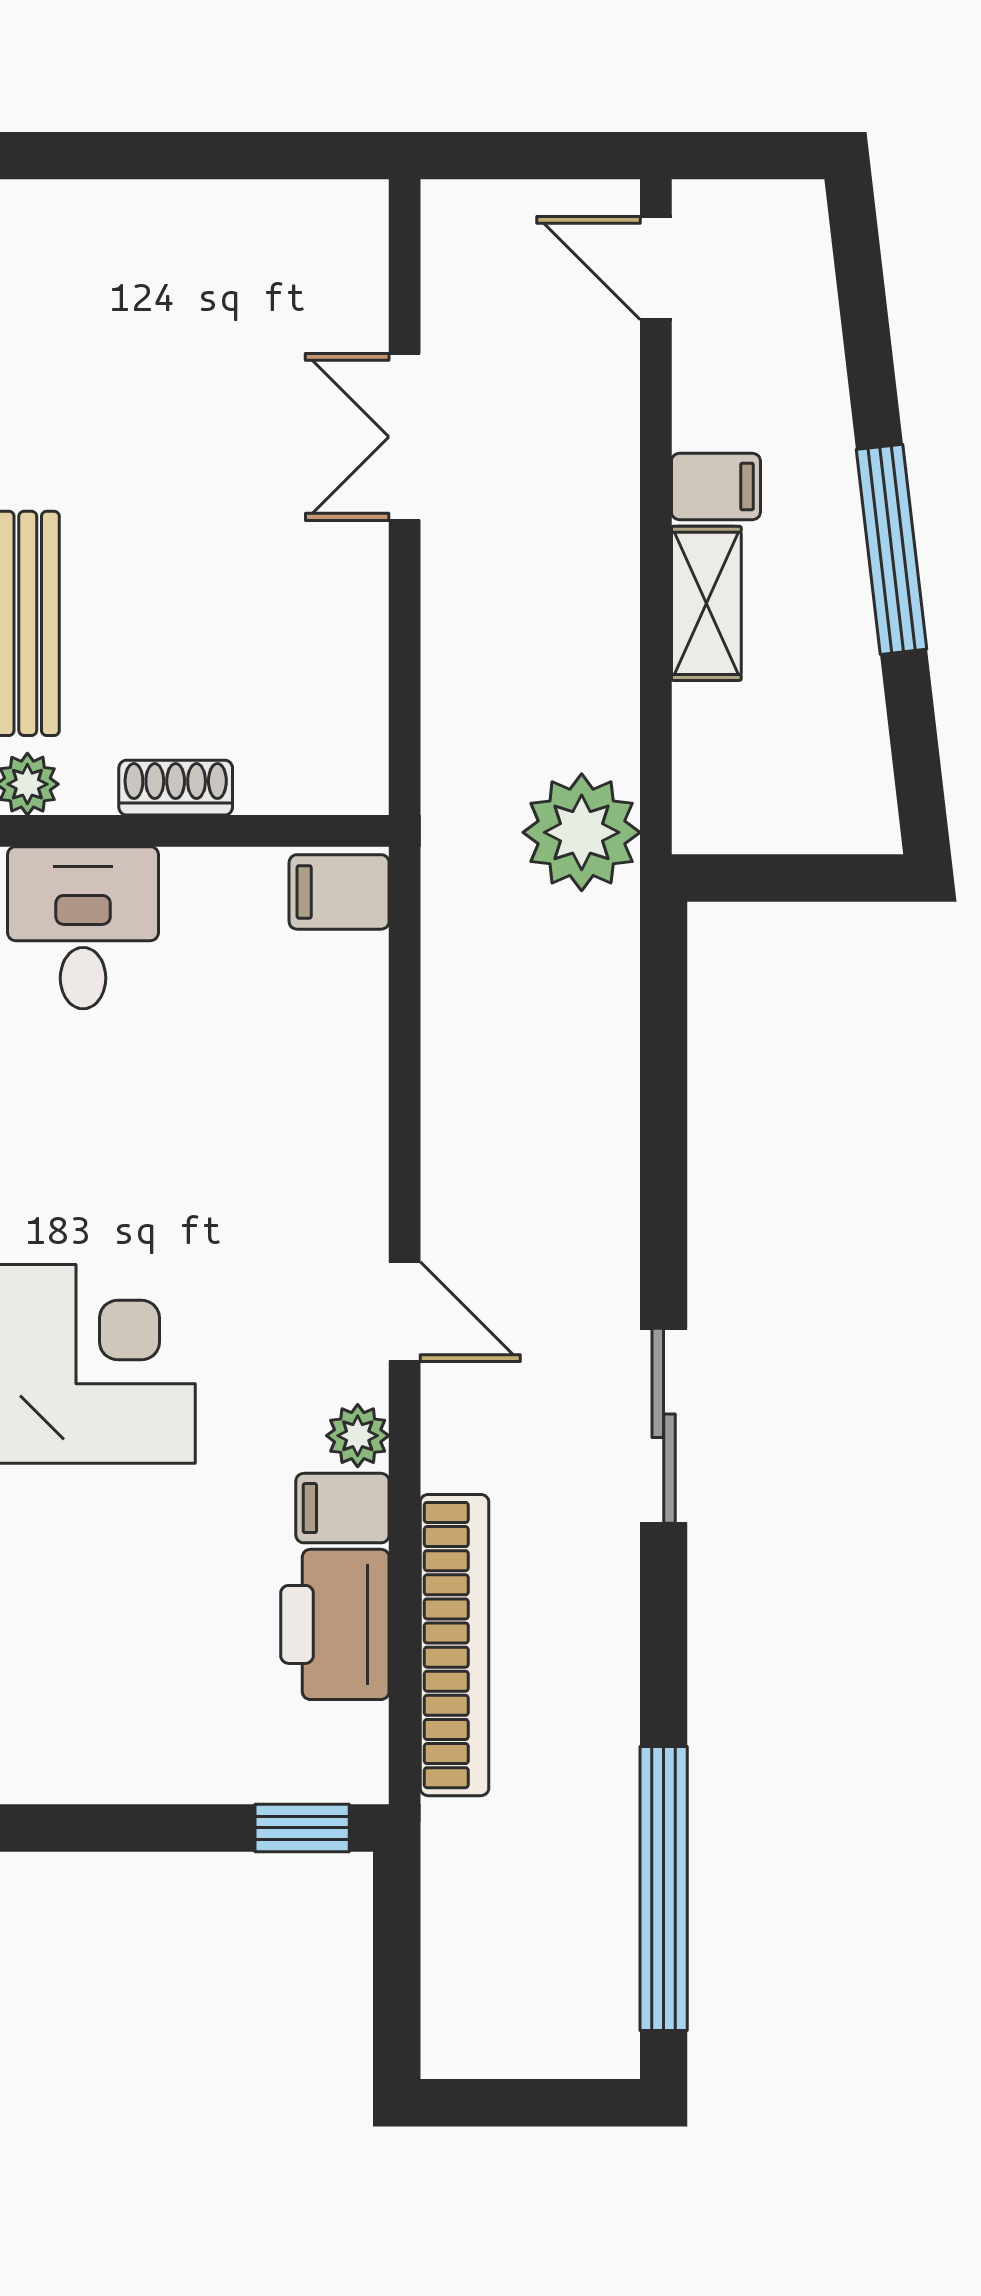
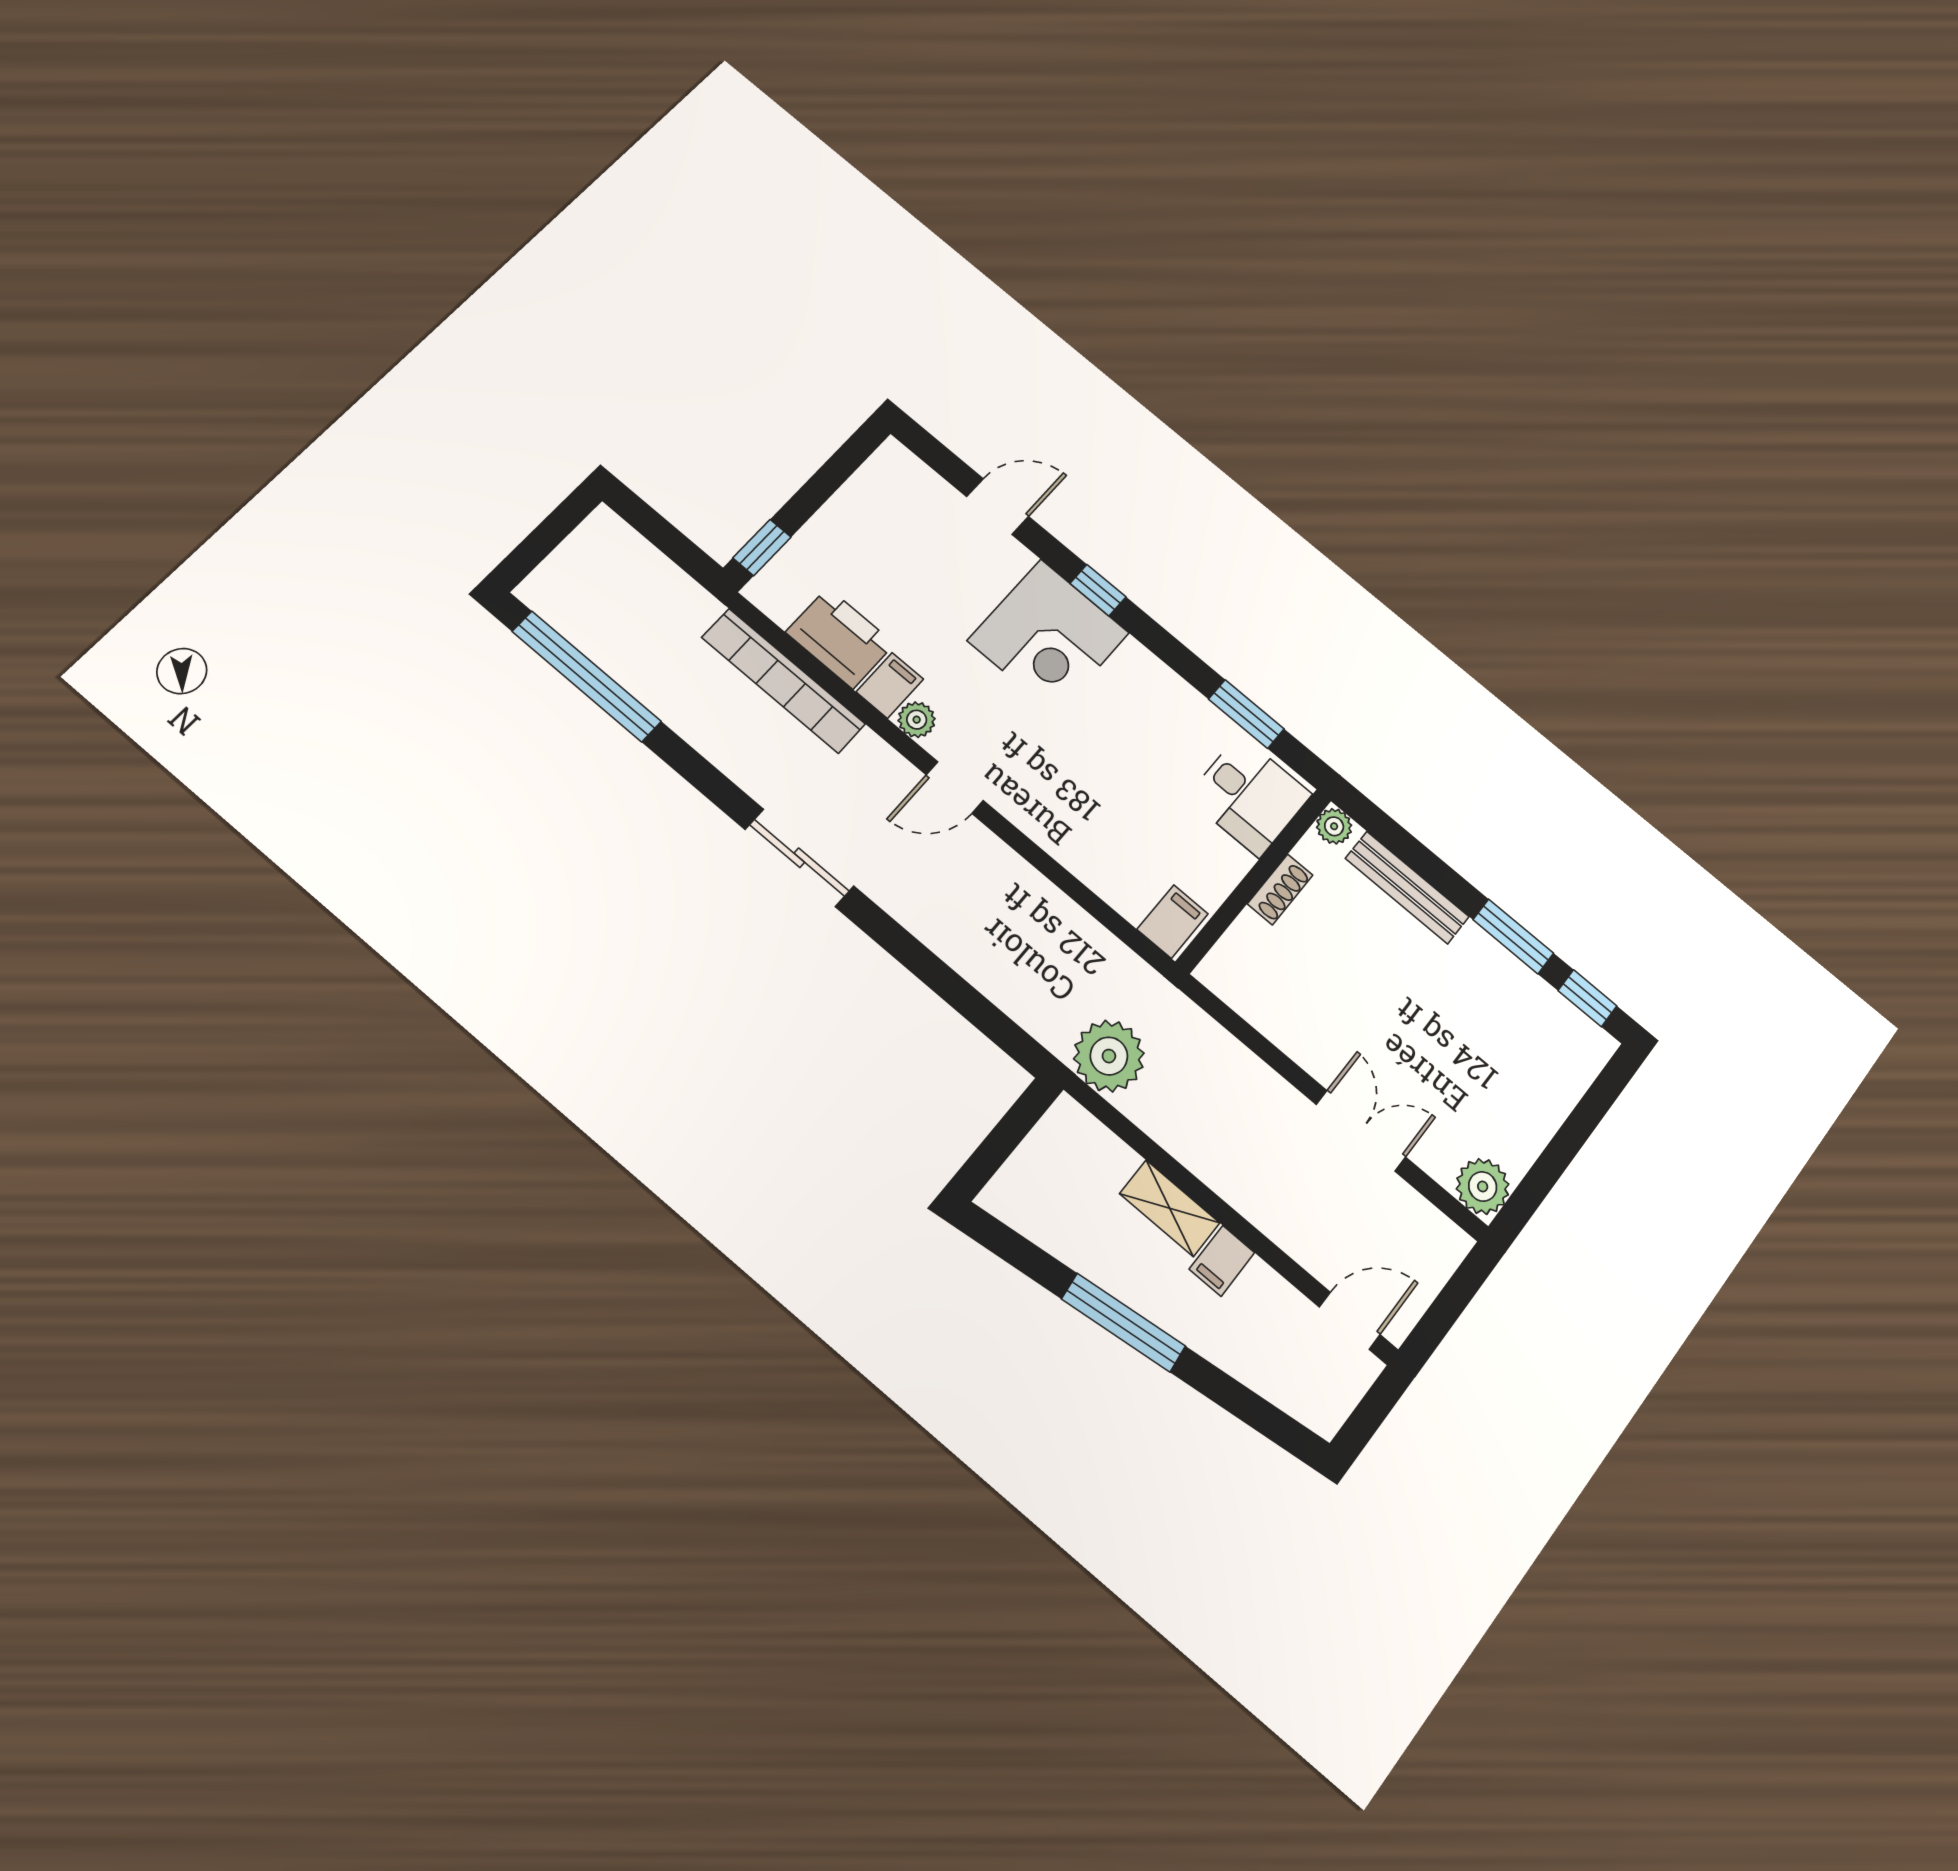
plant: (344, 225) -> (1483, 1186), added

